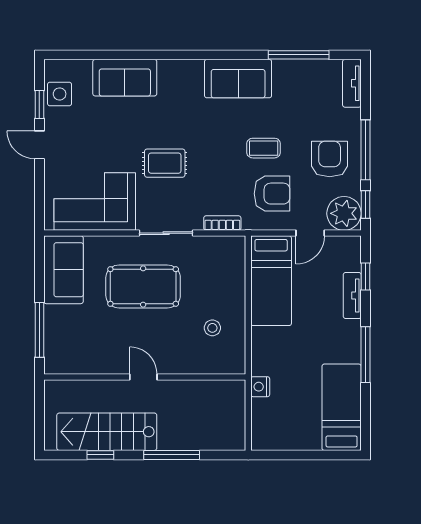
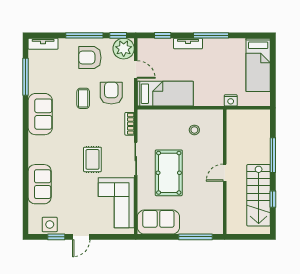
tv unit: (352, 296) -> (188, 43), moved
bed: (342, 407) -> (258, 65), moved, turned -90

